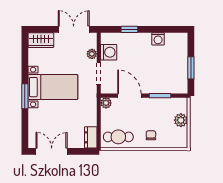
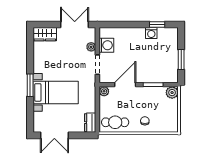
window: (129, 29) -> (157, 25), moved
bed with nightstands: (53, 87) -> (56, 92), moved
door: (129, 96) -> (125, 85), hinge flipped
plant: (181, 120) -> (172, 93), moved
double door: (52, 151) -> (54, 135), swing flipped

